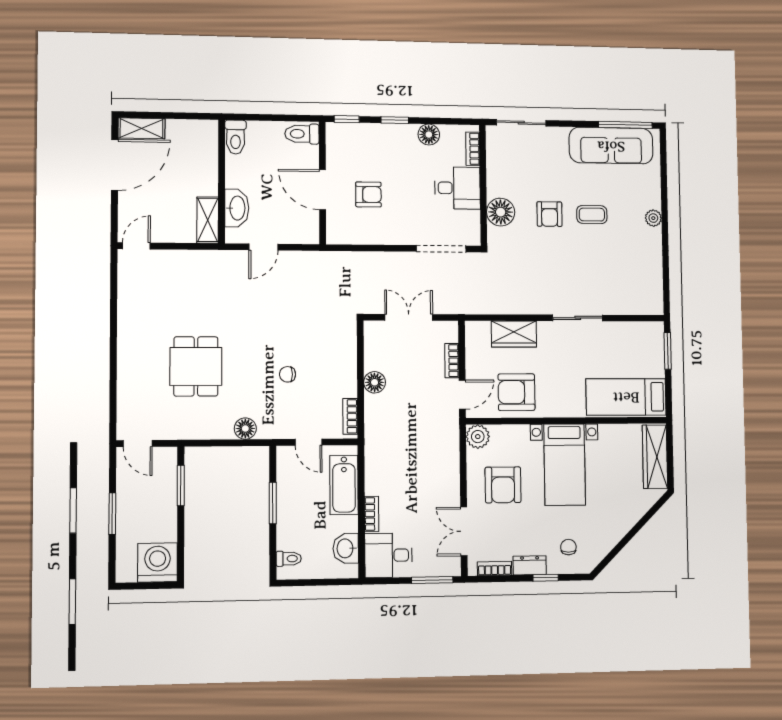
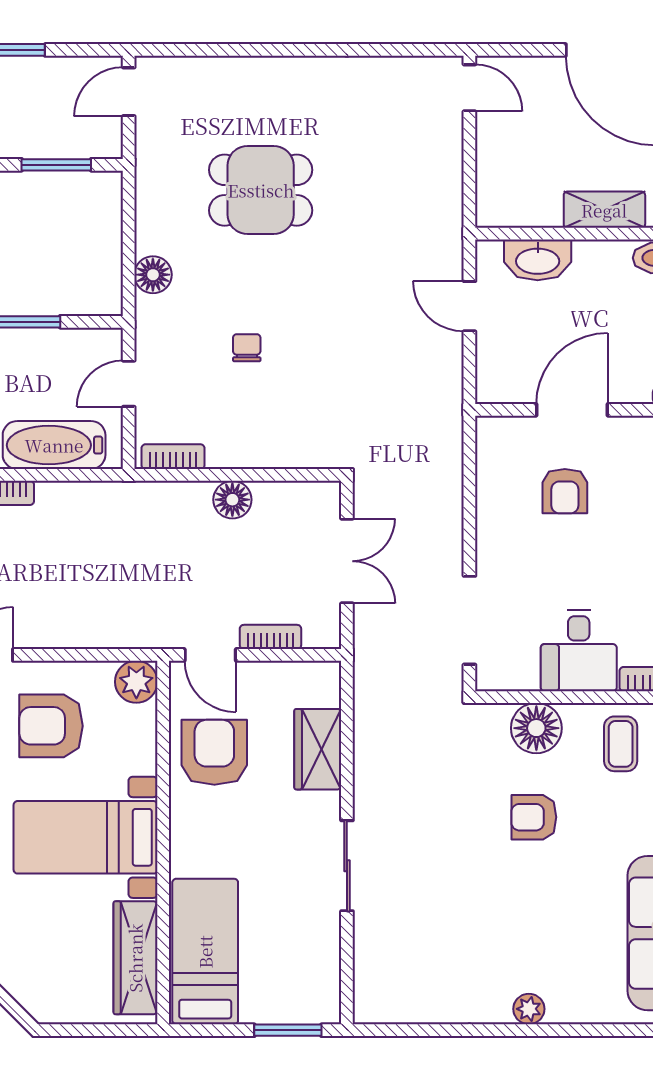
coffee table: (592, 215) -> (621, 744), moved
shelving: (208, 220) -> (604, 210), moved
wardrobe: (655, 457) -> (135, 958), moved, turned -90

